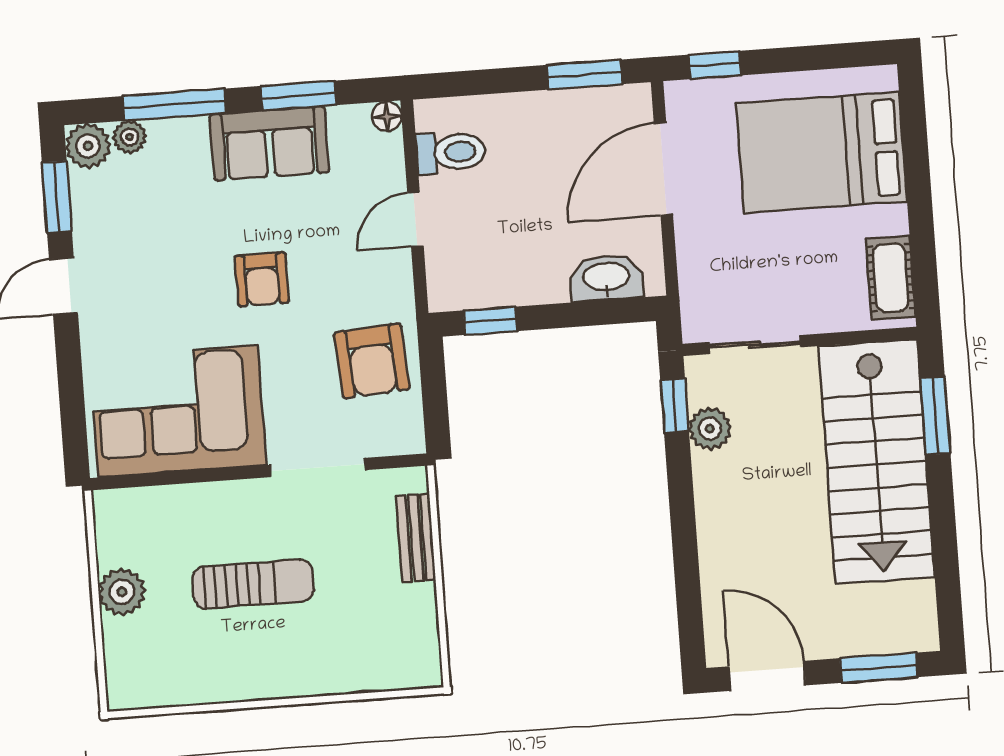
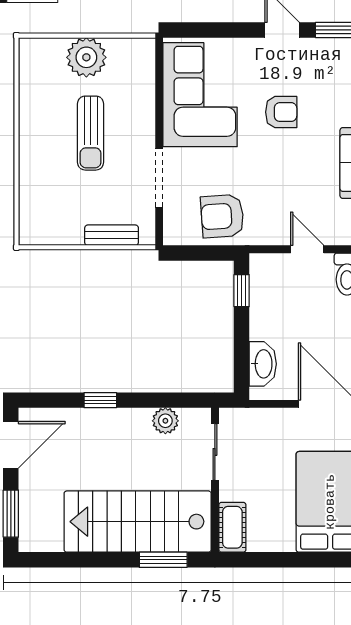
cot: (891, 278) -> (232, 527), moved, turned 90
armchair: (262, 279) -> (281, 112), moved, turned 180
window: (675, 406) -> (100, 400), moved
plant: (122, 592) -> (86, 57), width x1.36, depth x1.36

